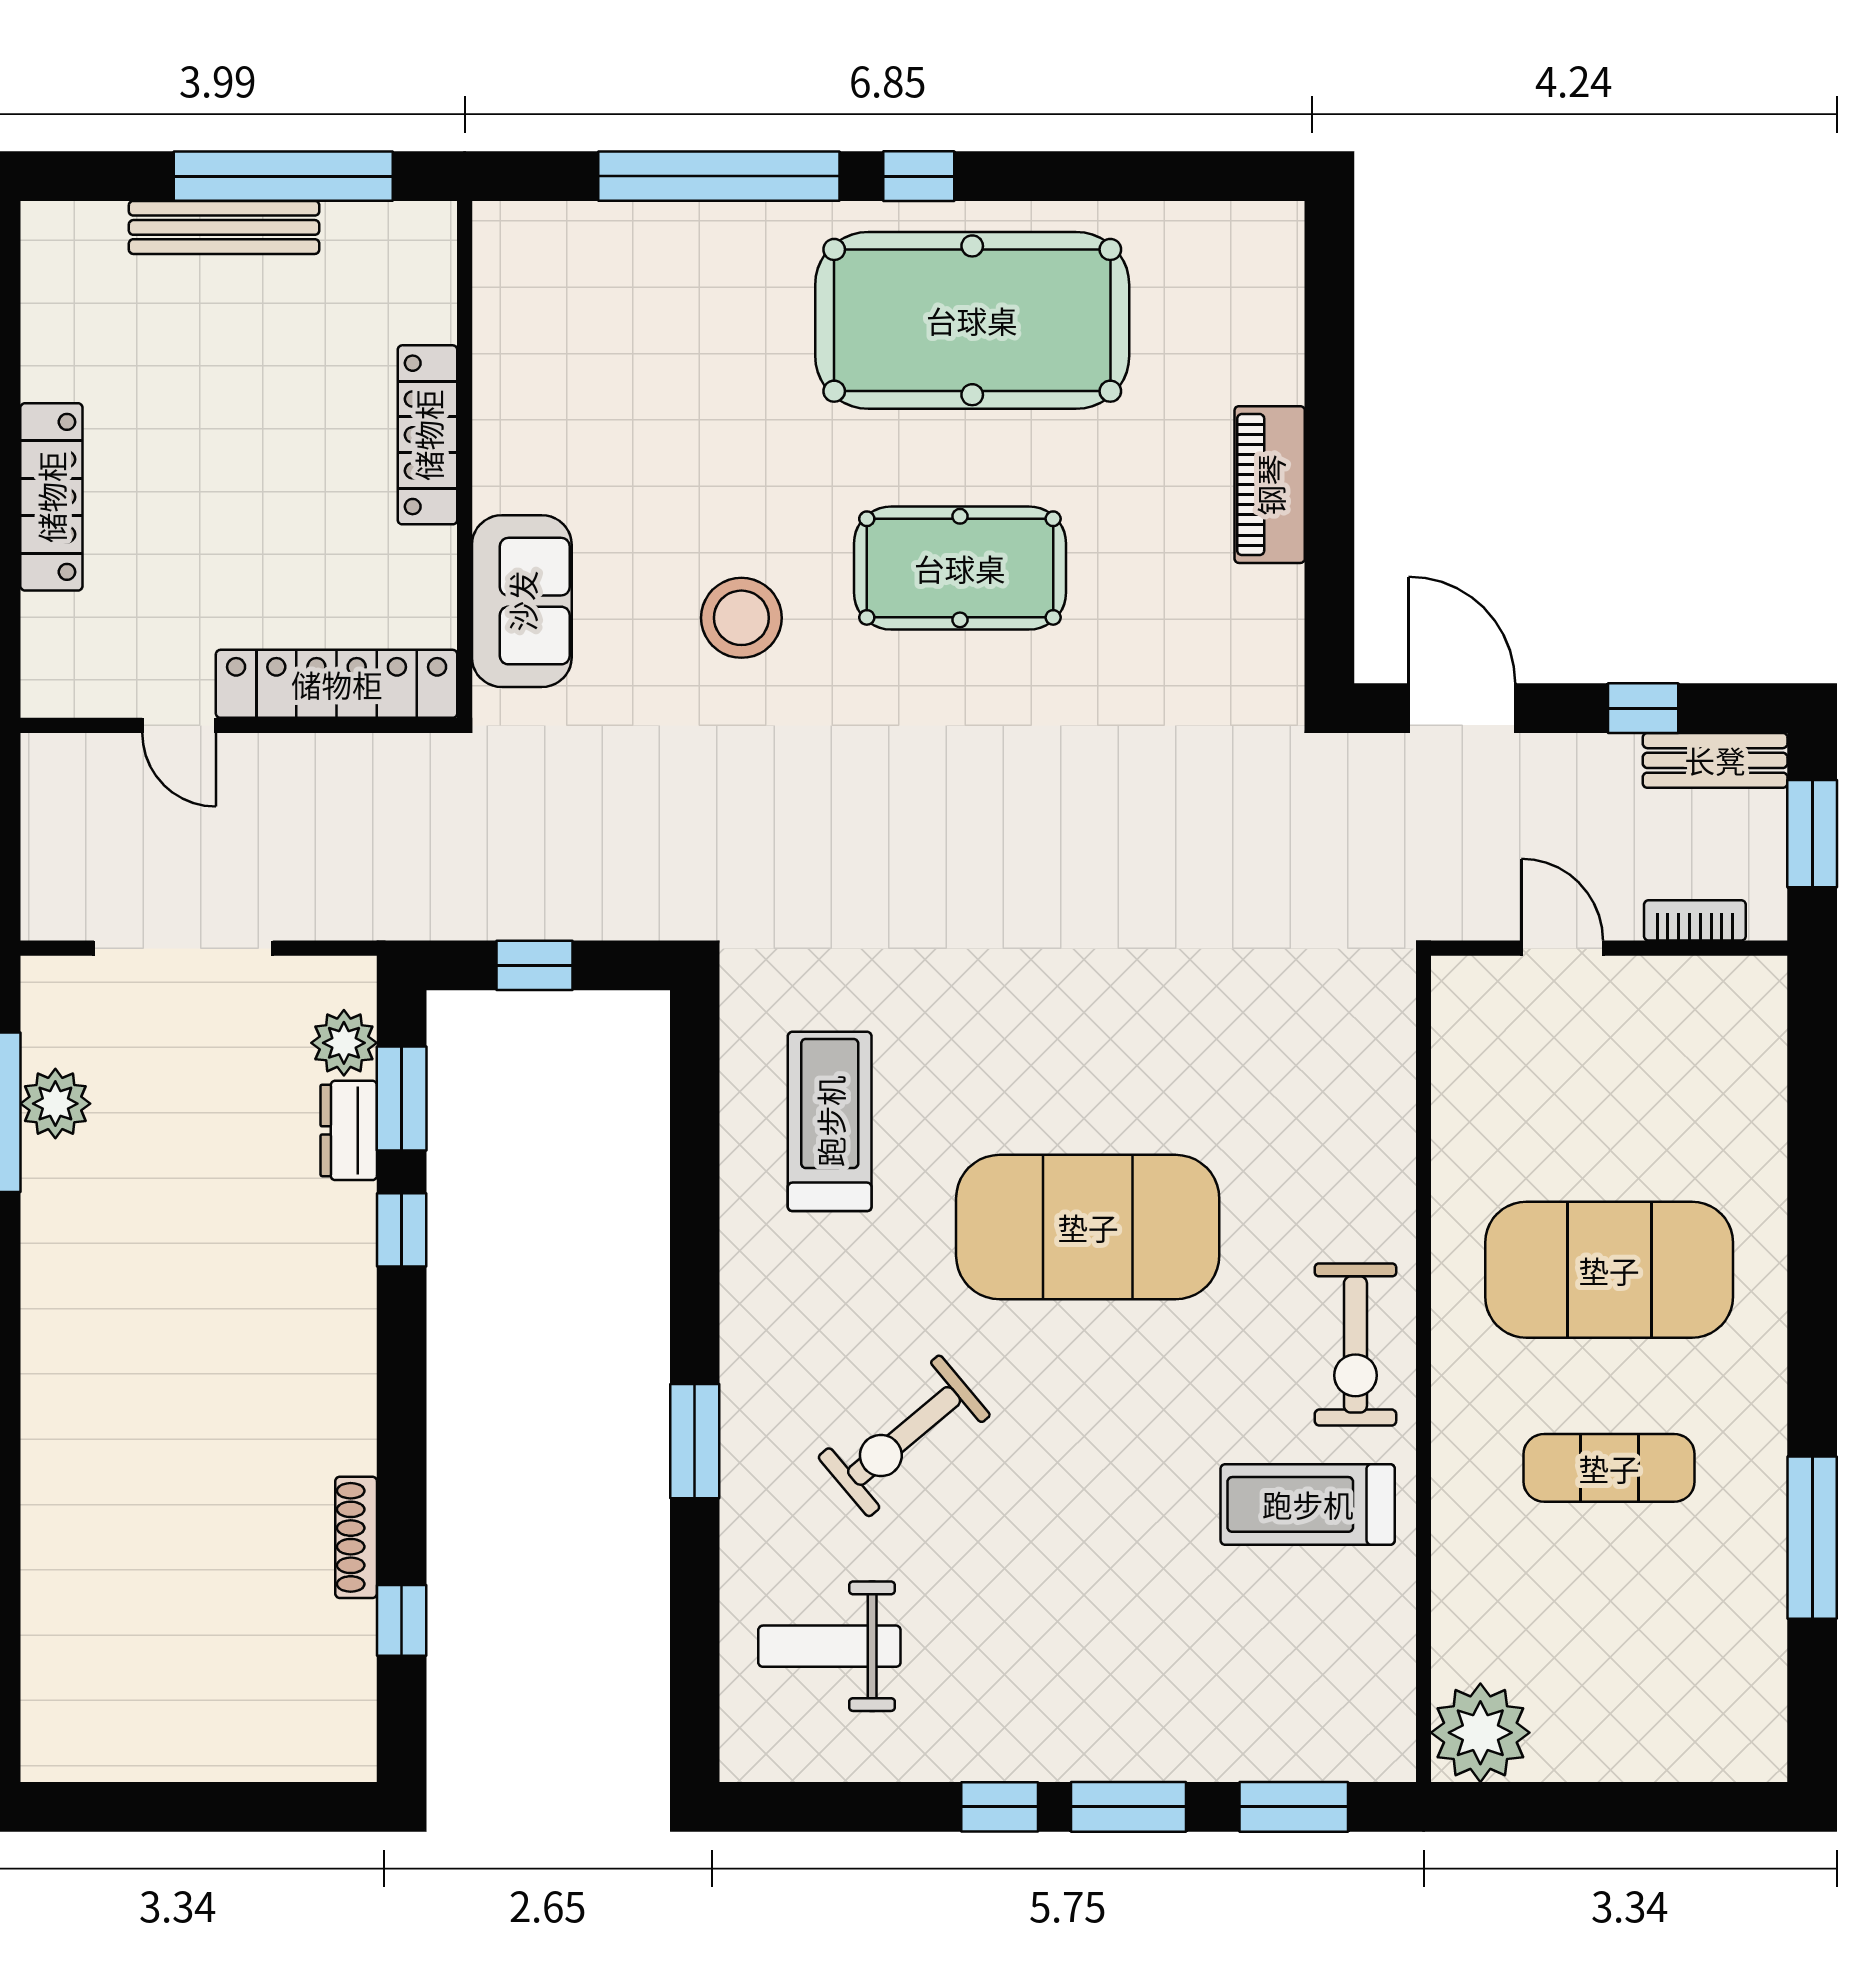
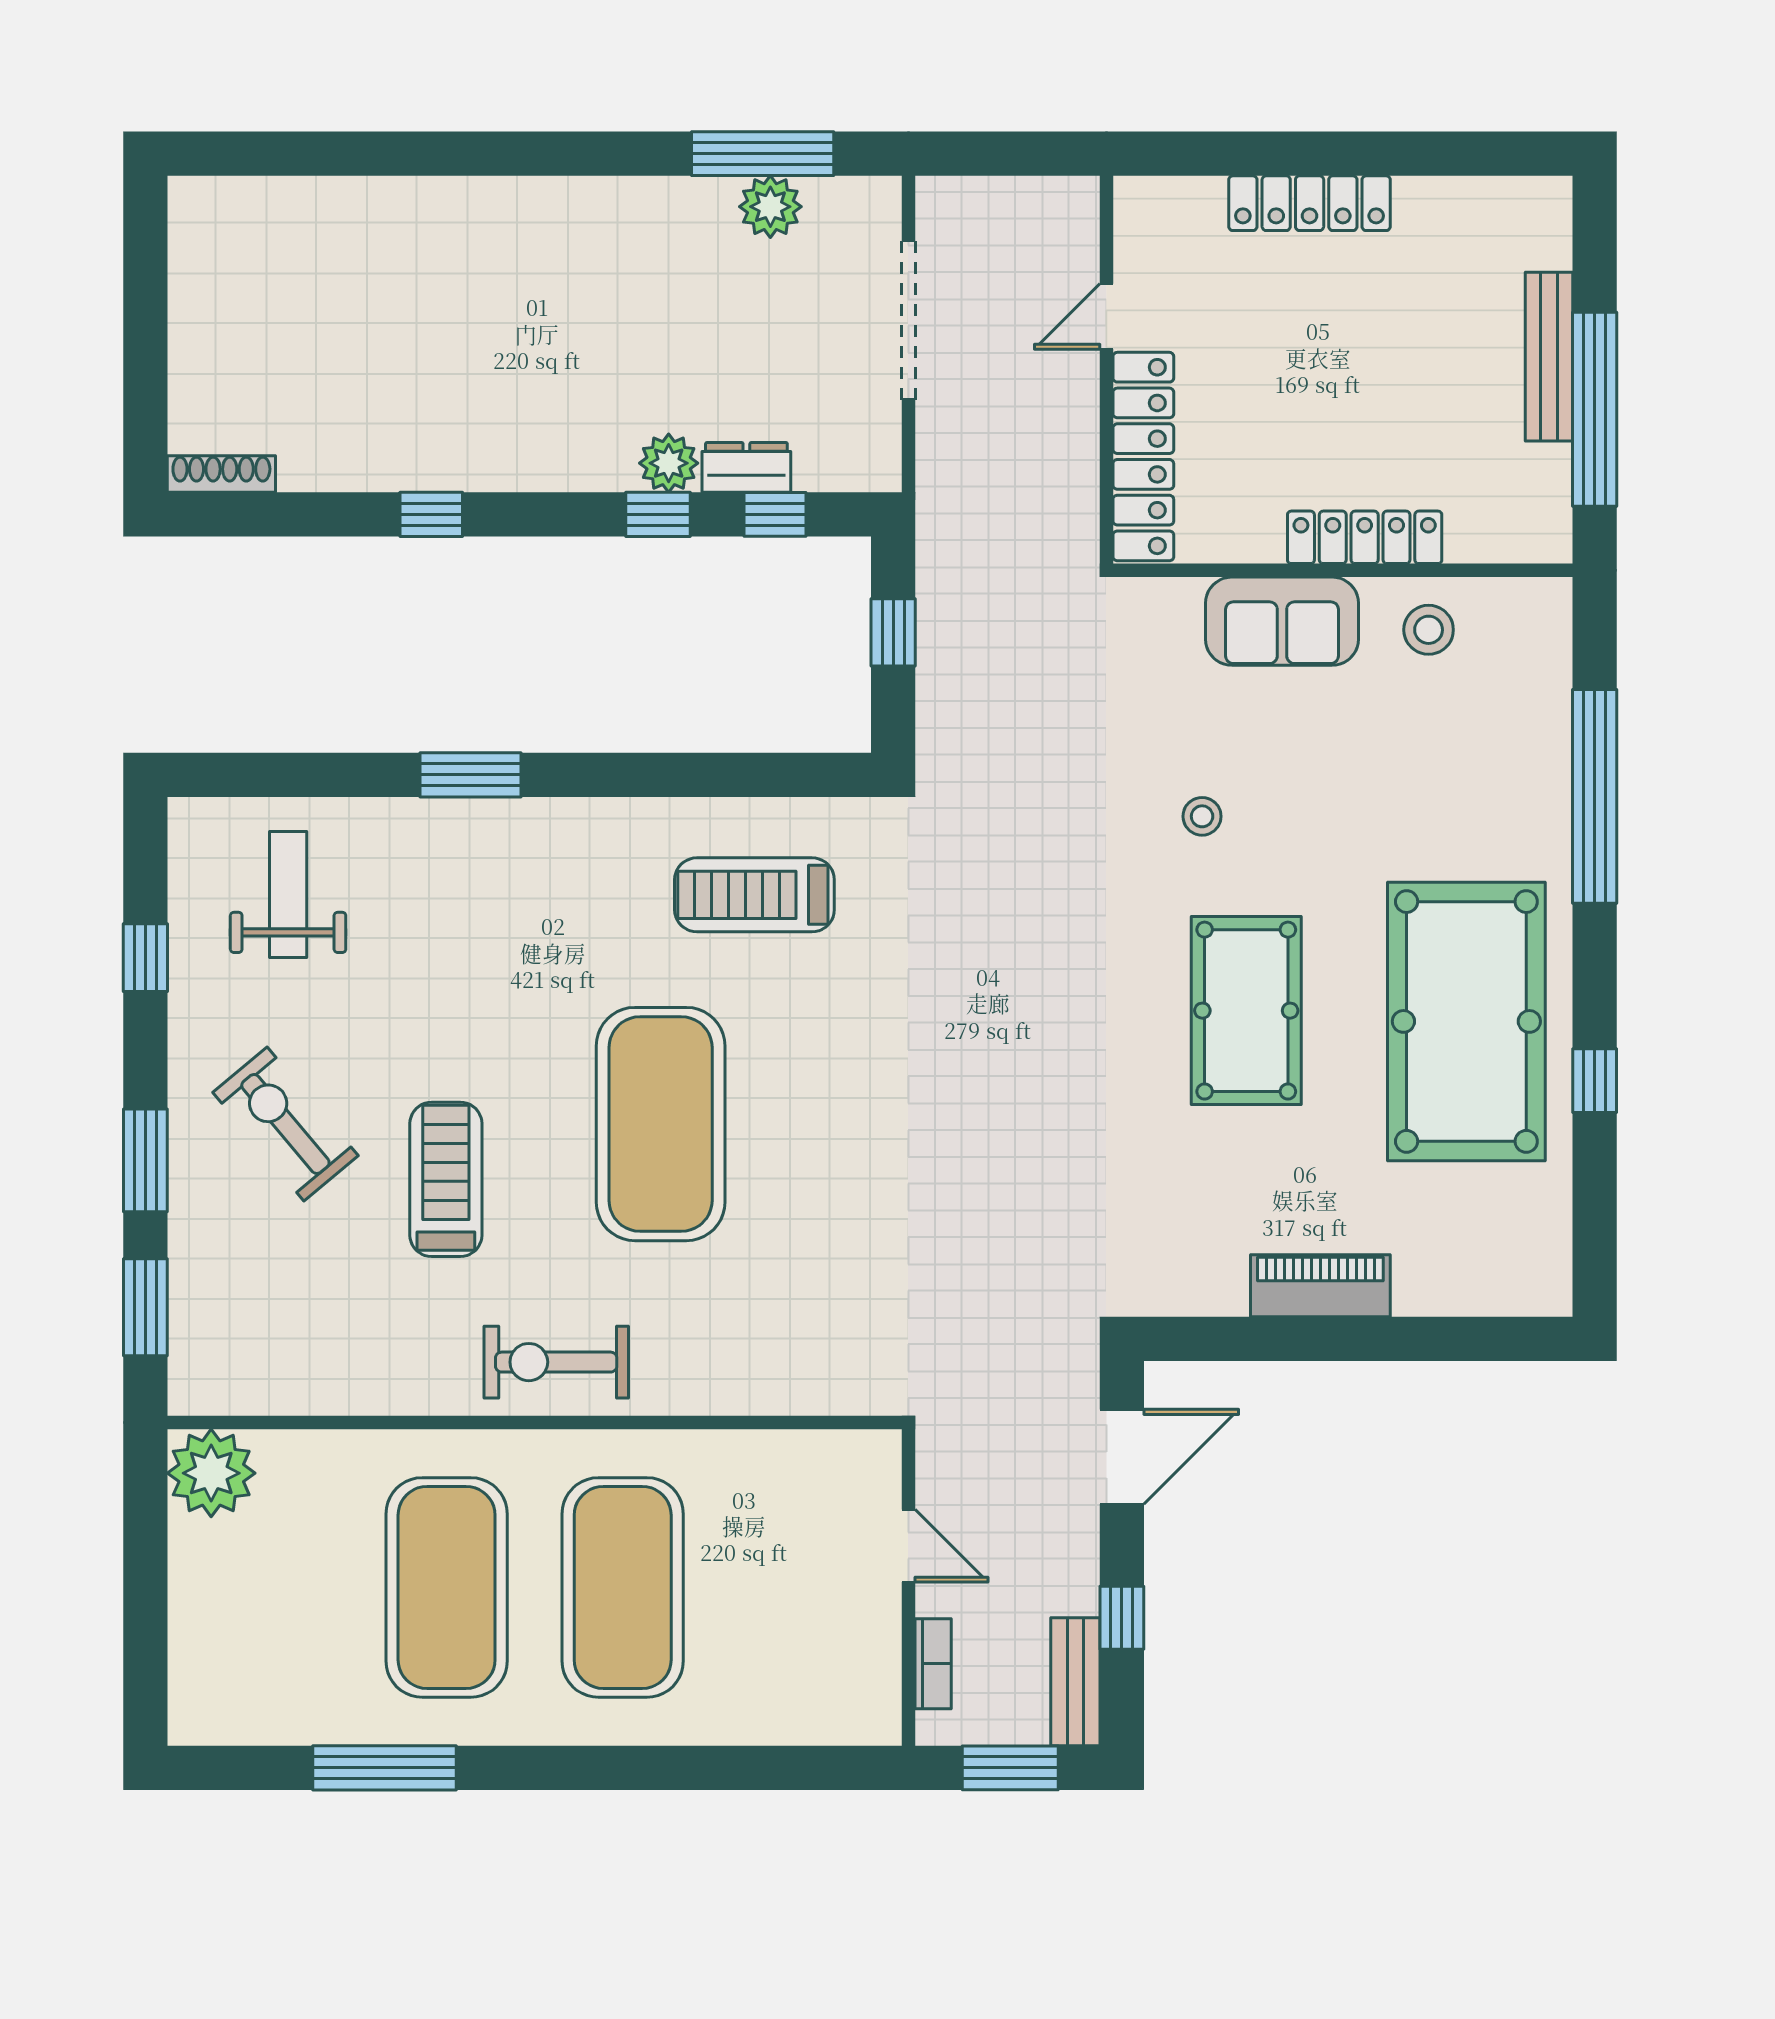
window: (919, 176) -> (1595, 1081), moved
stool: (532, 363) -> (1429, 630), added
sofa: (522, 601) -> (1282, 621), moved
stool: (741, 618) -> (1202, 816), width x0.53, depth x0.53
door: (1562, 948) -> (908, 1546), hinge flipped
plant: (344, 1043) -> (669, 463), moved
window: (402, 1098) -> (775, 514), width x0.67
treadmill: (830, 1121) -> (754, 895), turned 180
exercise bike: (904, 1436) -> (285, 1124), moved
exercise mat: (1609, 1468) -> (447, 1587), width x2.00, depth x1.45
treadmill: (1308, 1504) -> (446, 1179), moved
shoe rack: (356, 1537) -> (221, 474), moved
window: (402, 1620) -> (431, 514), moved
window: (1000, 1807) -> (145, 958), moved

